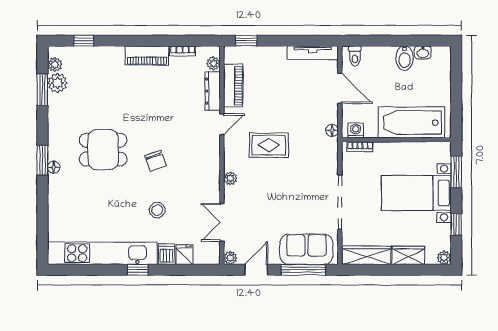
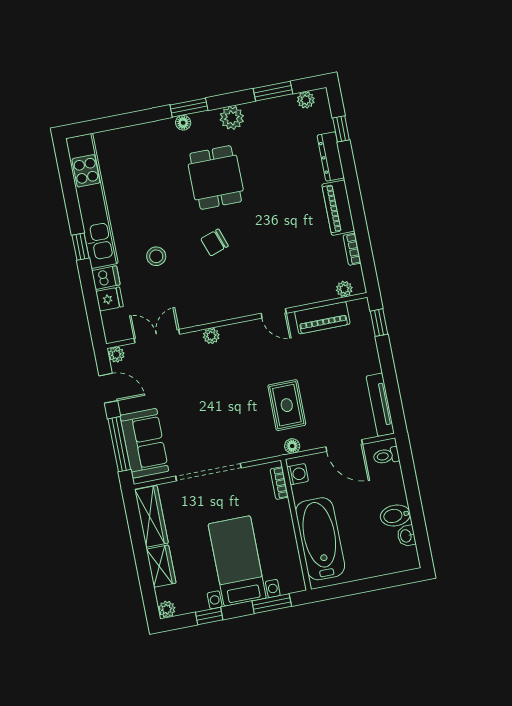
plant: (57, 83) -> (232, 118), moved
door: (340, 88) -> (344, 445), hinge flipped
dresser: (213, 91) -> (331, 156), moved, turned -90
rug: (269, 145) -> (287, 405), moved

